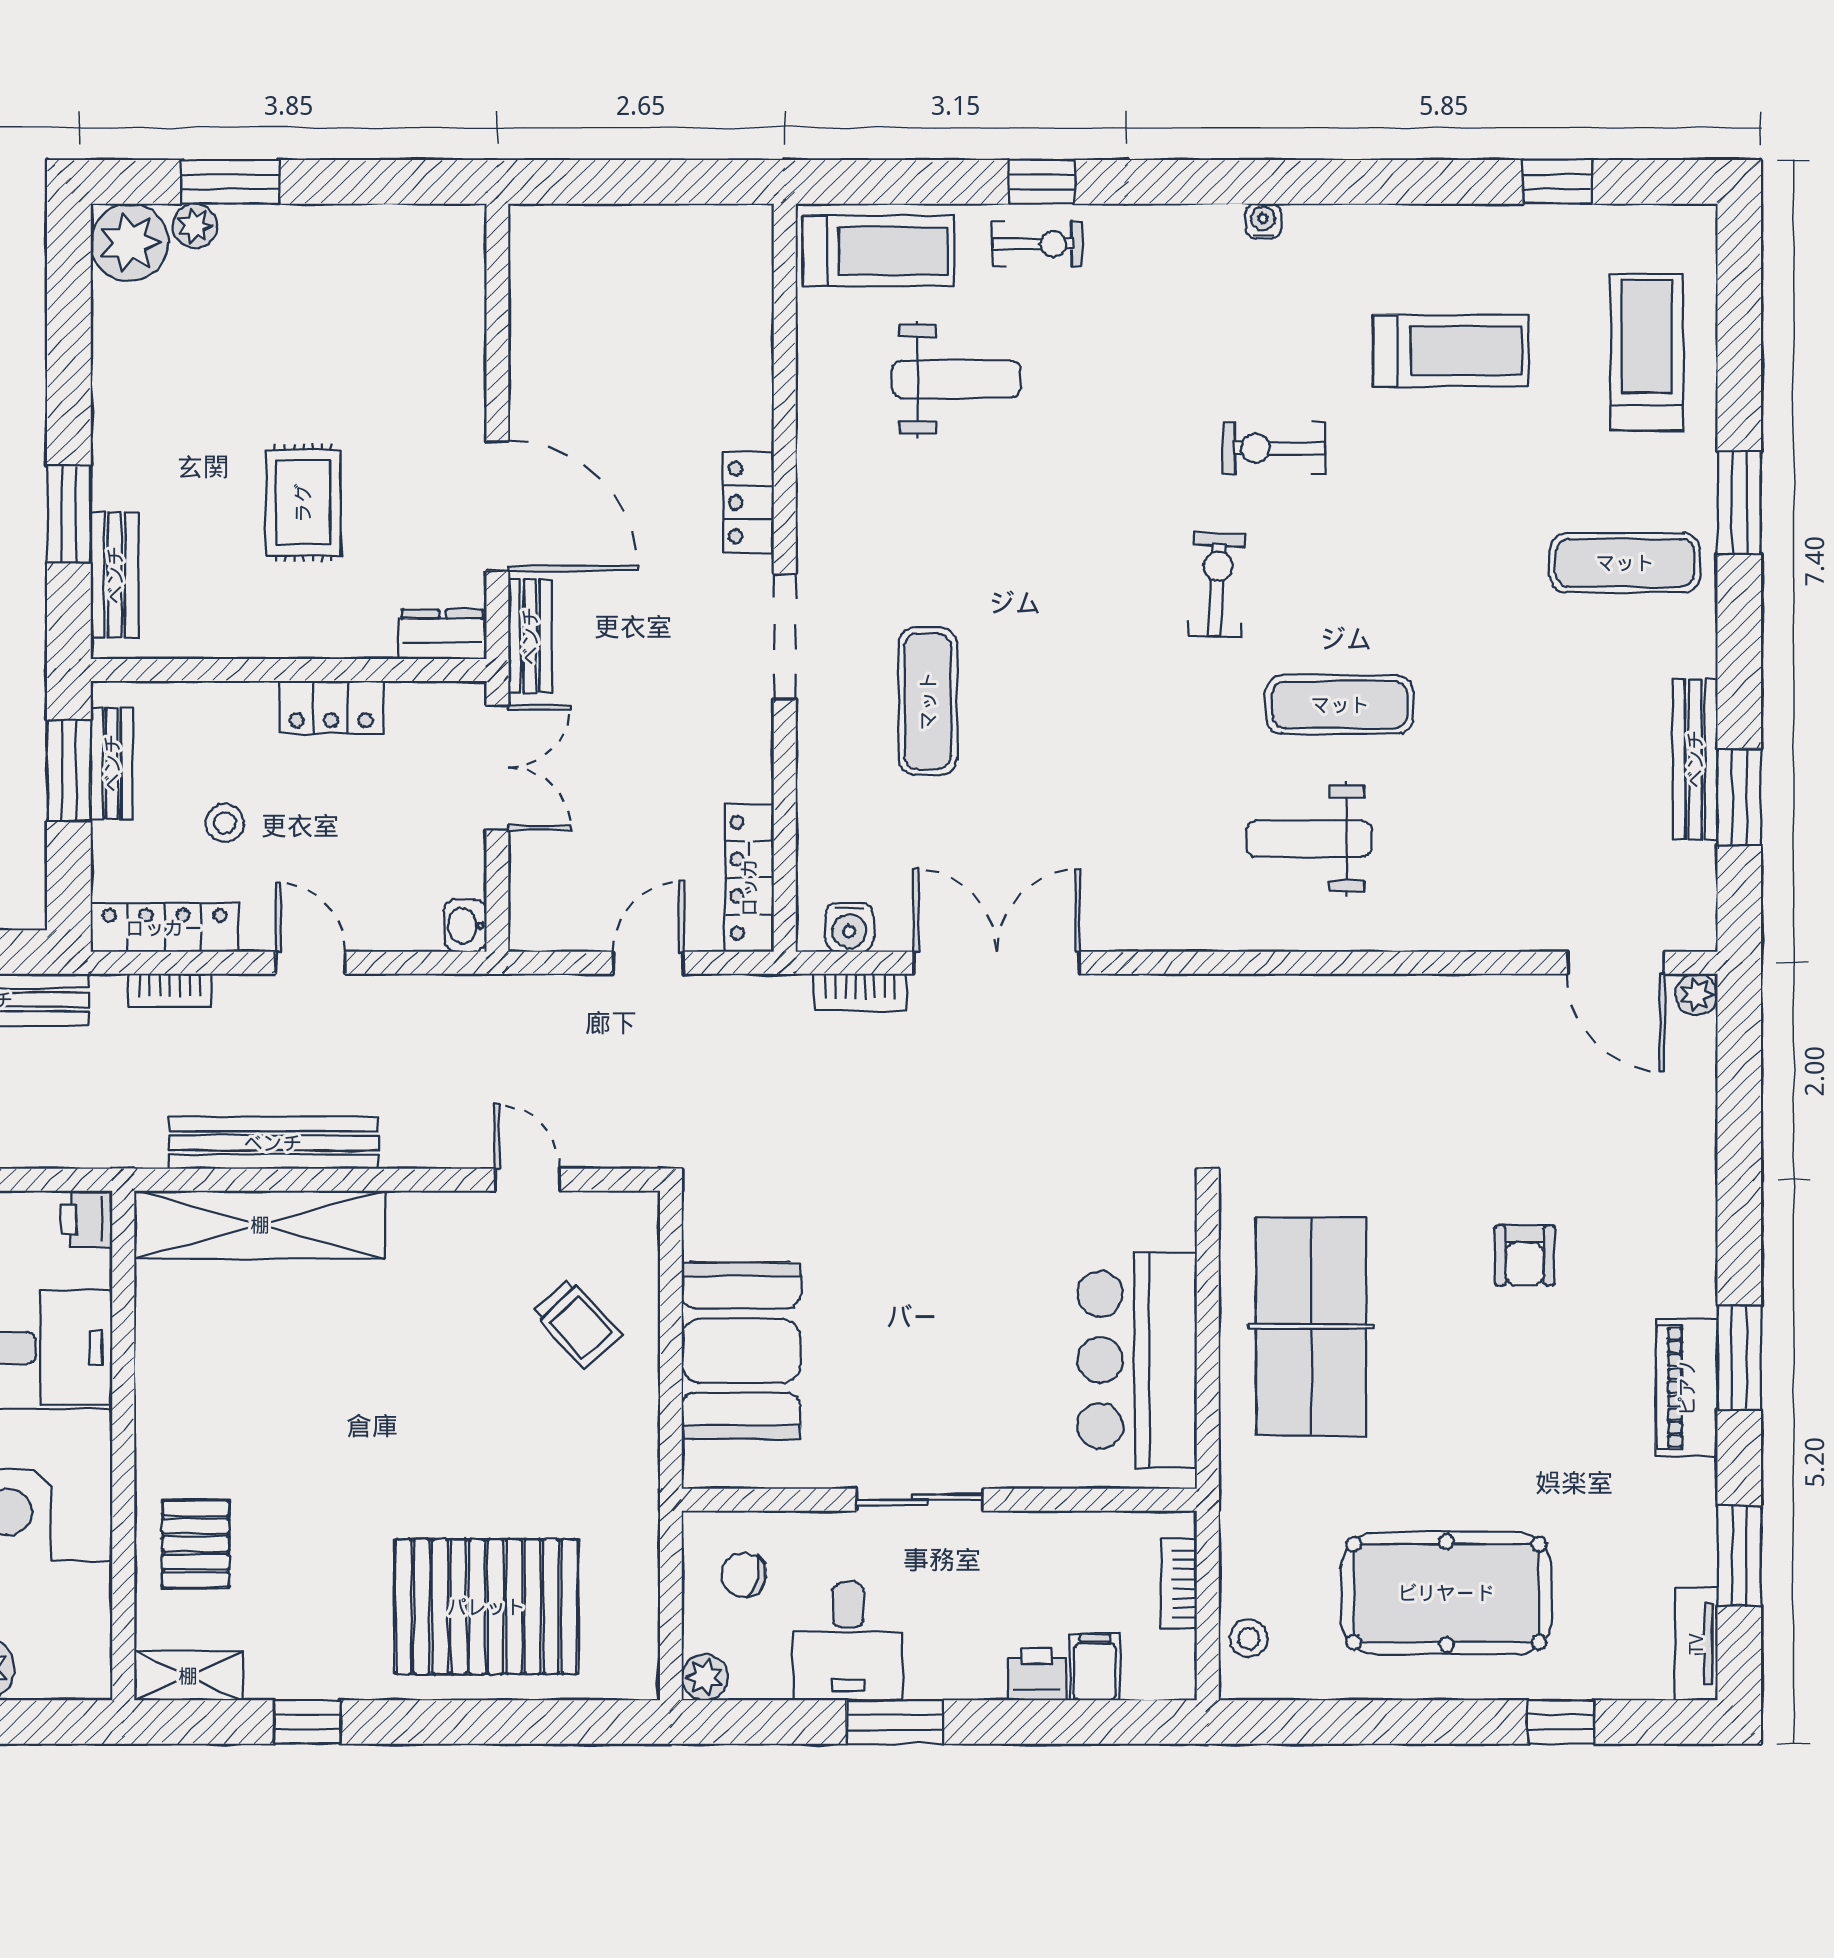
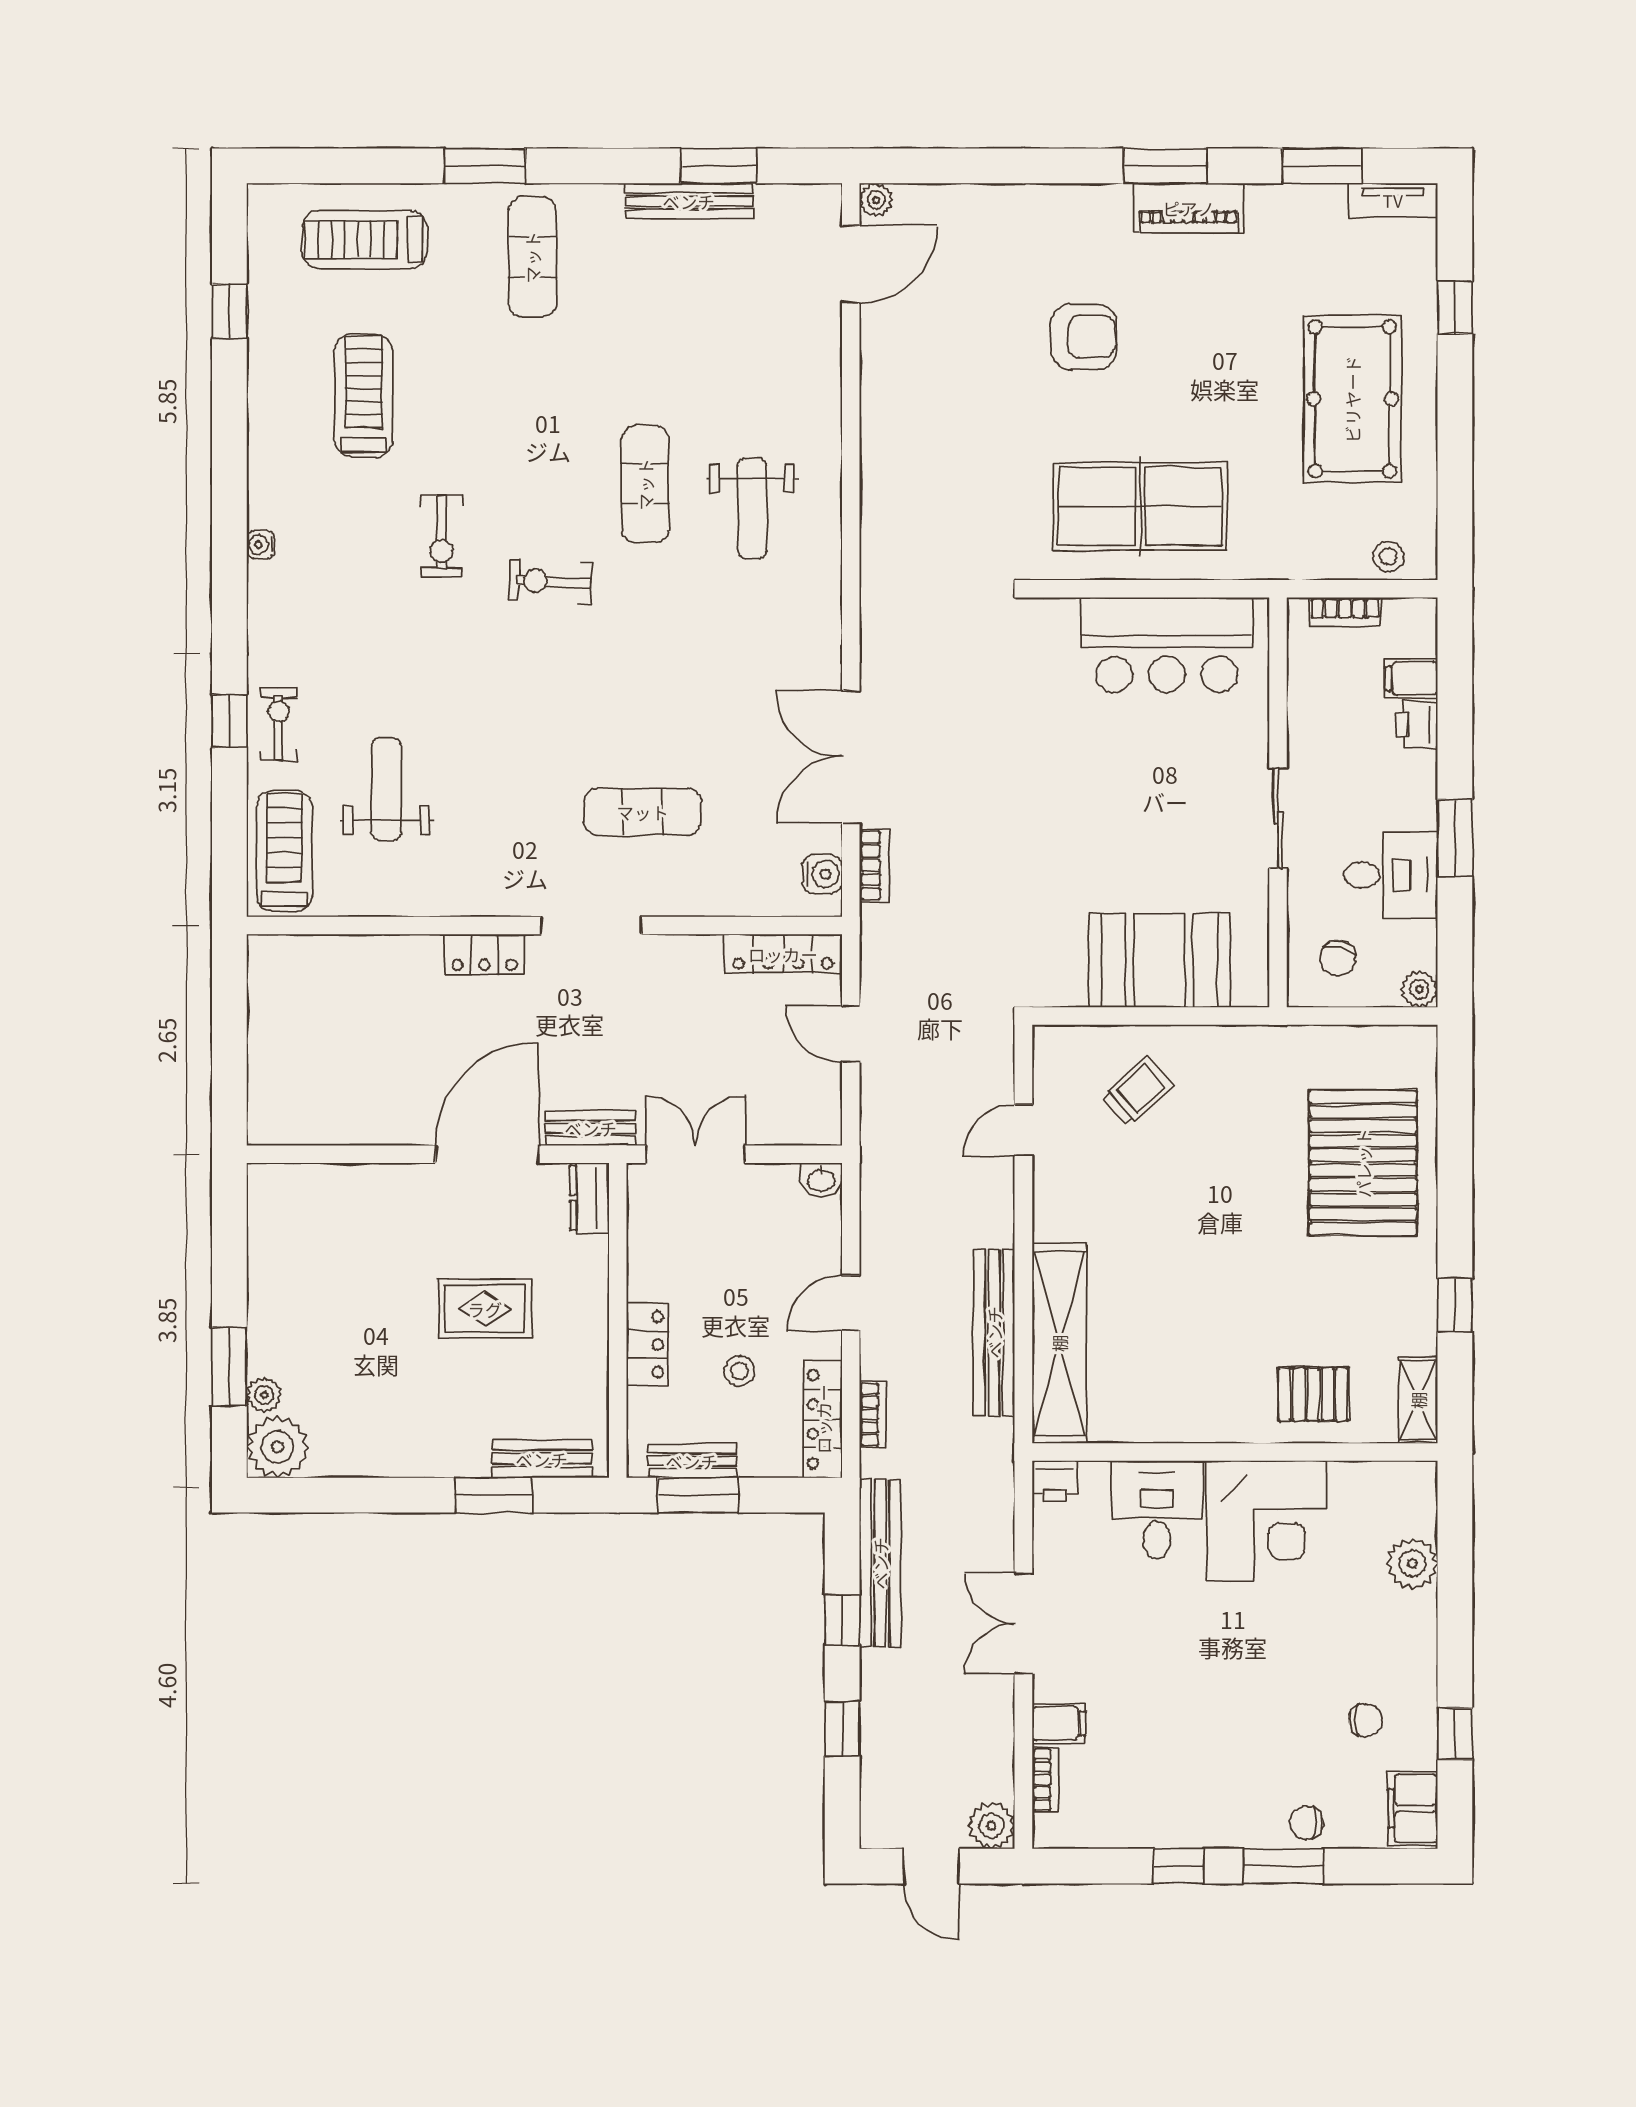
locker: (331, 707) -> (647, 1345), moved
armchair: (1525, 1256) -> (1084, 337), width x1.38, depth x1.38

